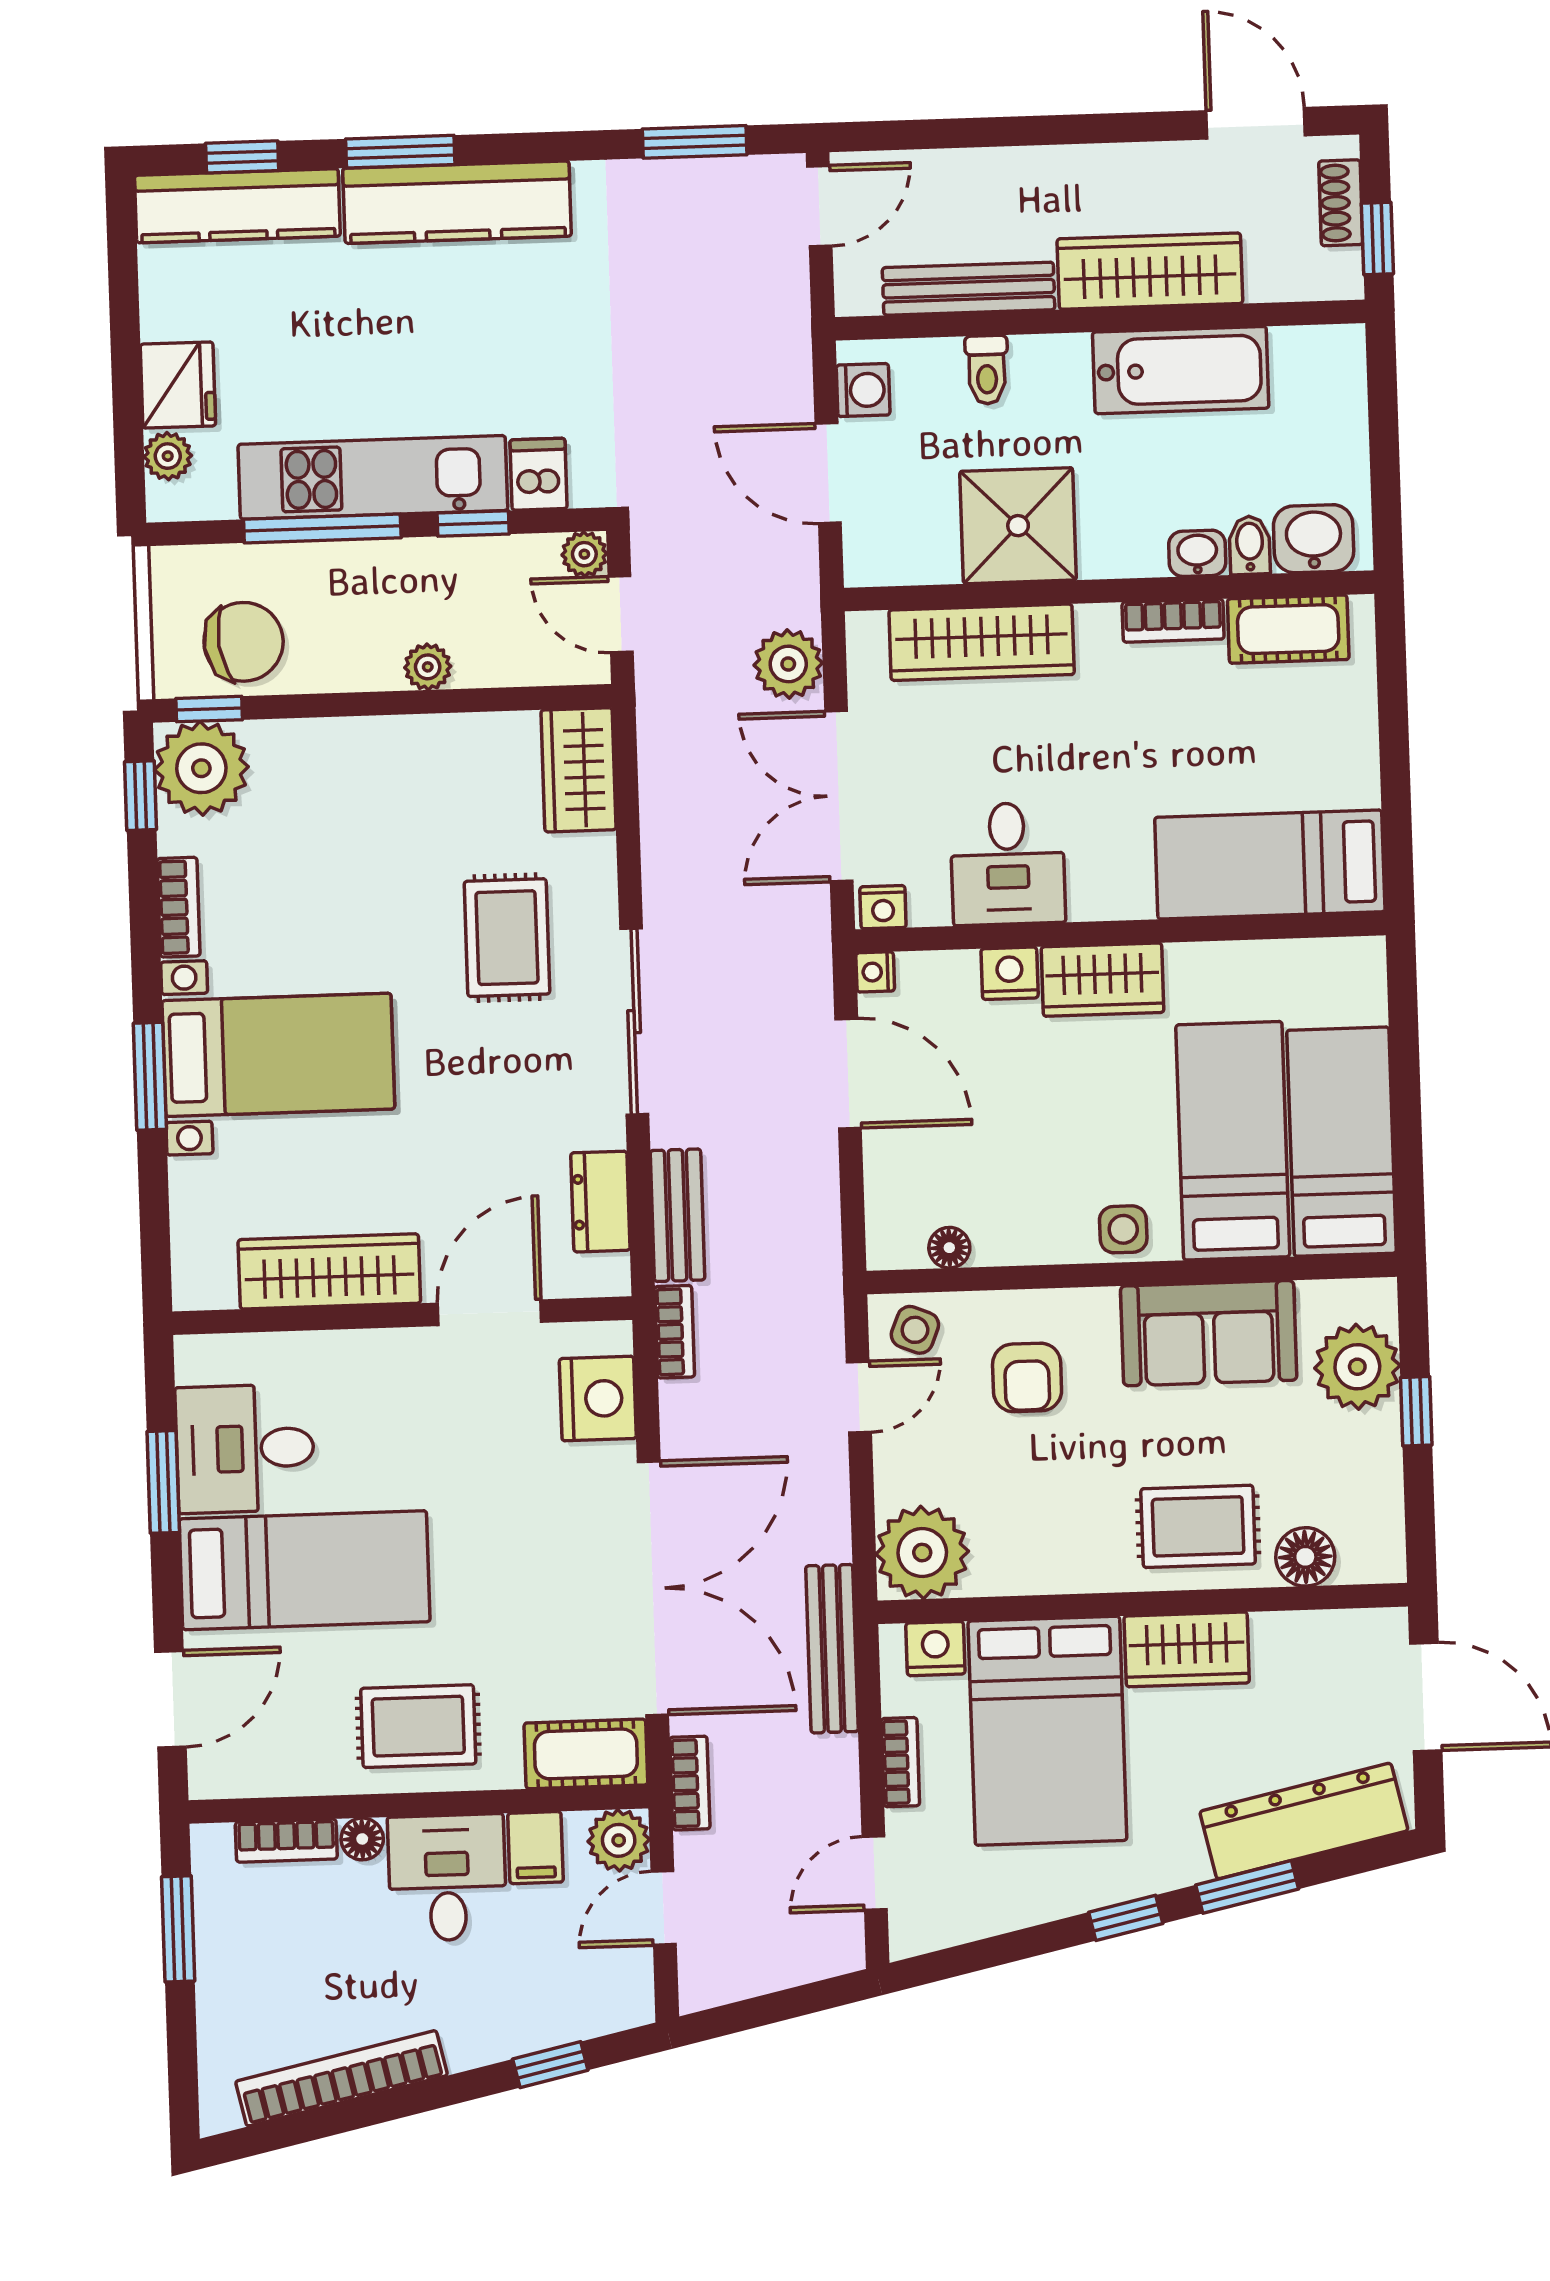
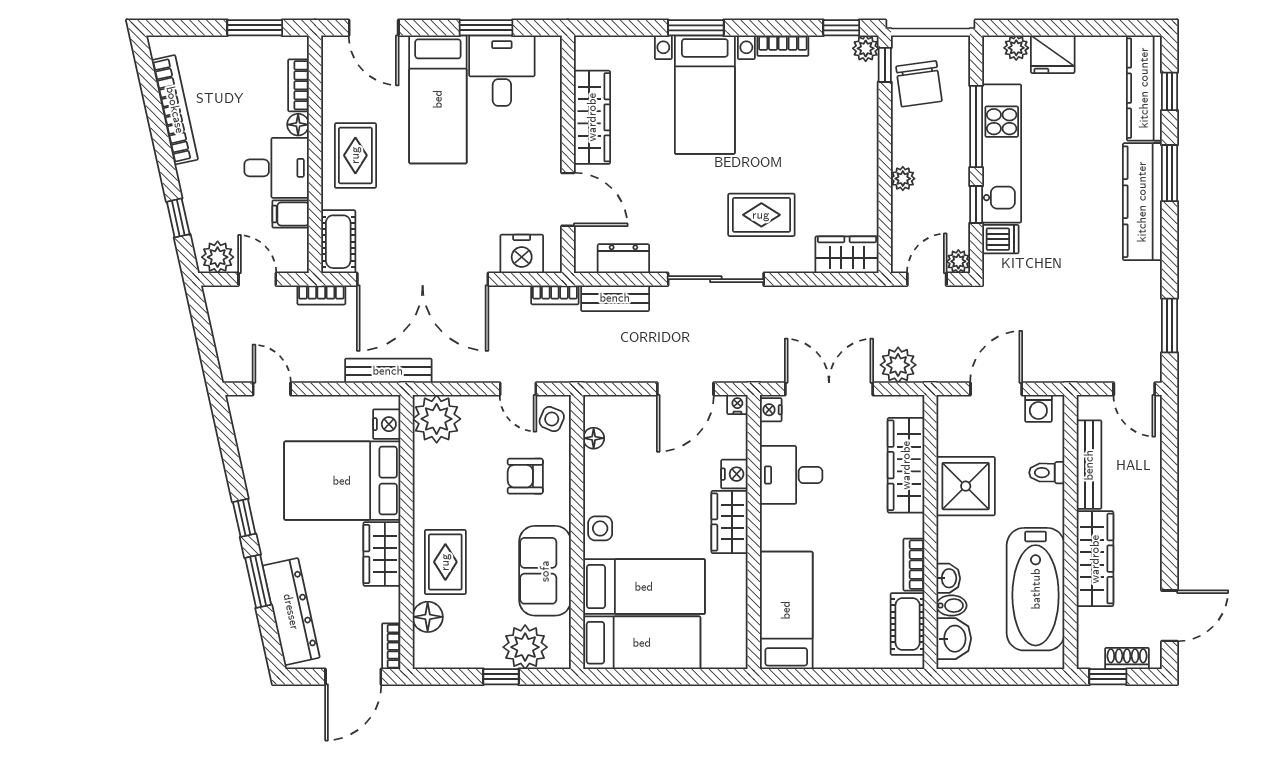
bathtub: (1181, 370) -> (1036, 589), width x1.36, depth x1.36
plant: (201, 768) -> (866, 48), width x0.53, depth x0.53
bookcase: (900, 1762) -> (391, 646), moved, turned 90
plant: (619, 1840) -> (218, 257), moved

